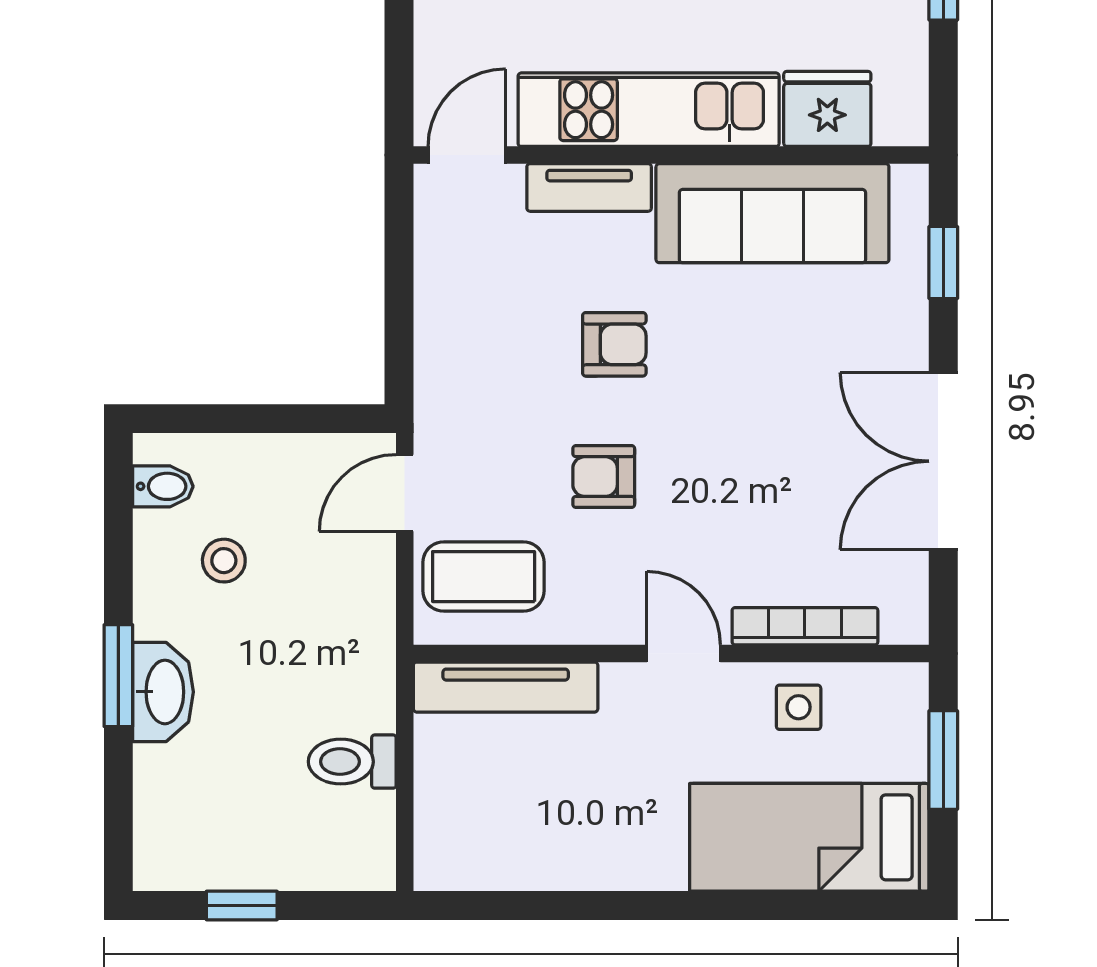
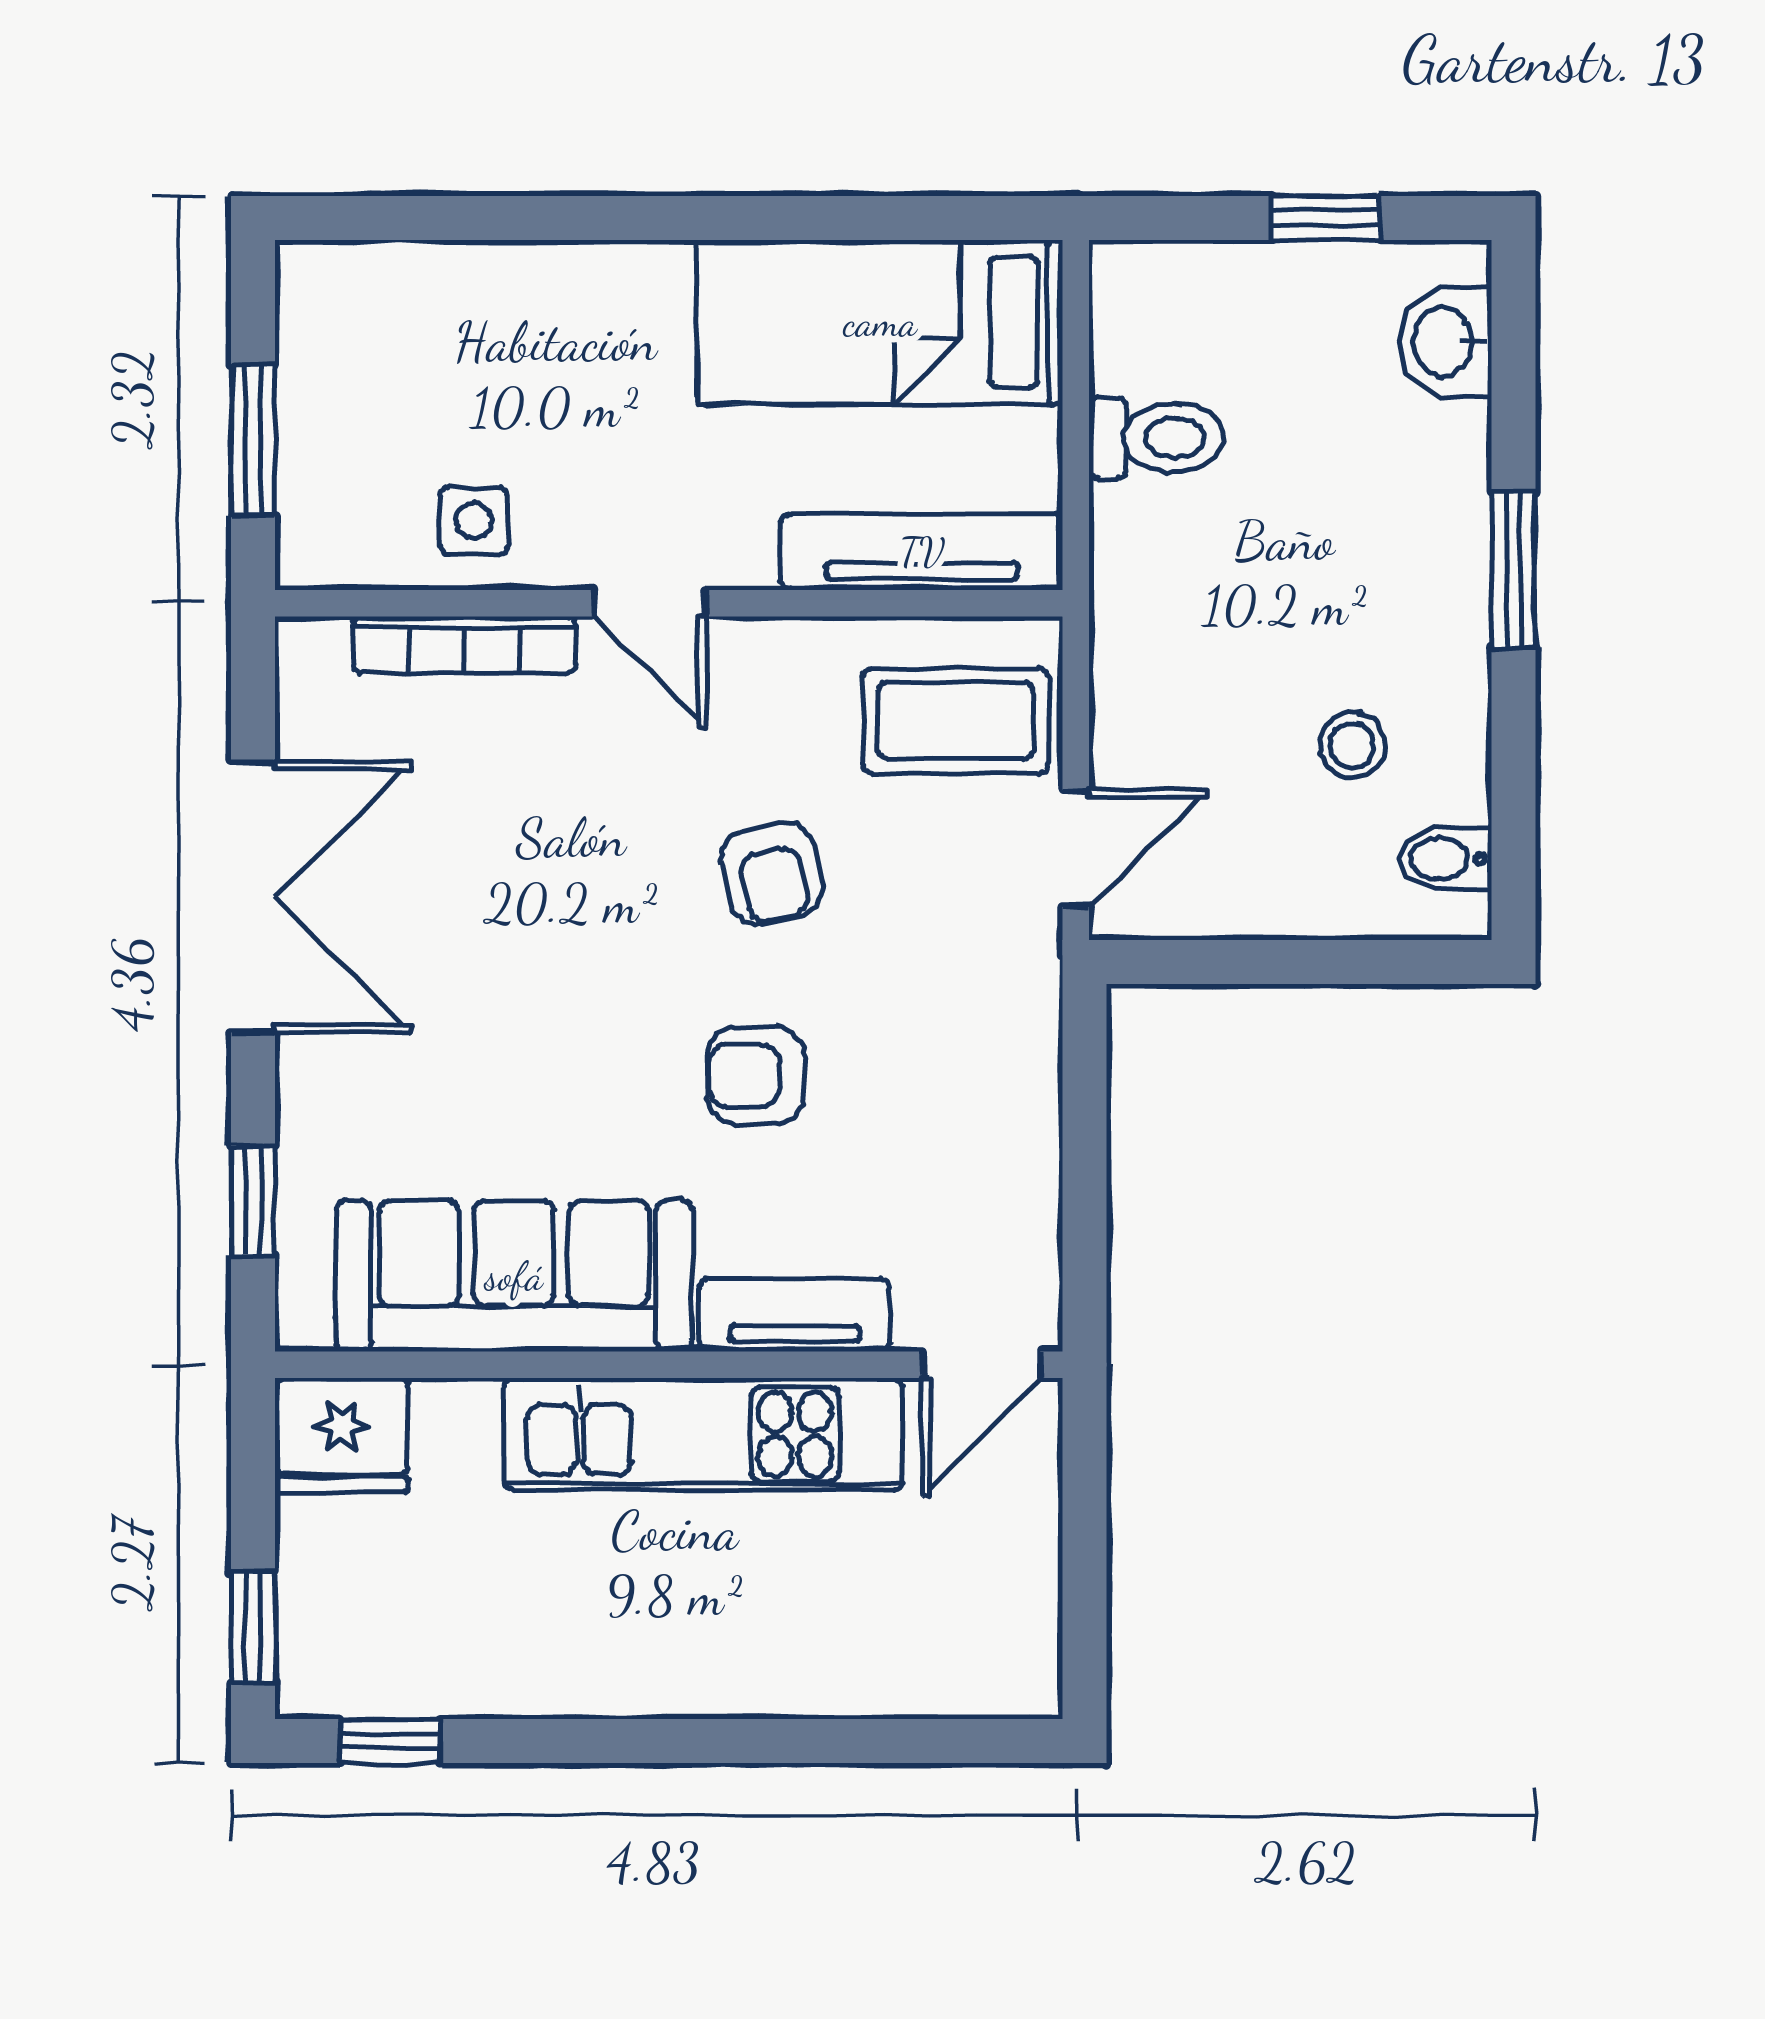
fridge: (827, 109) -> (342, 1435), moved
armchair: (604, 477) -> (772, 874), turned 77
washbasin: (163, 692) -> (1445, 342), moved, width x0.72
bed: (809, 837) -> (880, 322), moved, turned 180

